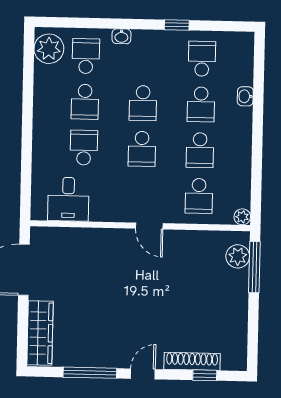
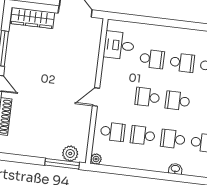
school desk: (85, 102) -> (182, 63), turned 180
school desk: (199, 196) -> (113, 132), turned 180

